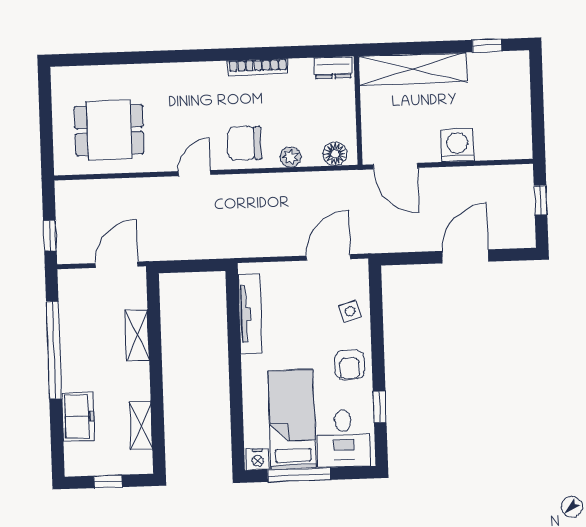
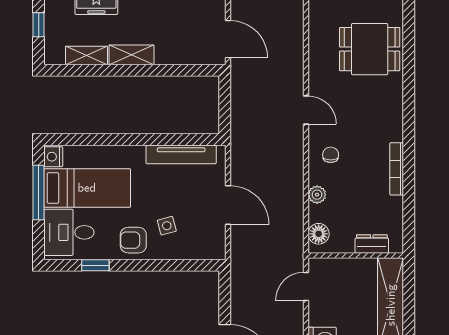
dresser: (333, 68) -> (372, 244), moved, turned 90
dining table: (109, 130) -> (370, 49), moved, turned 90
chair: (244, 143) -> (331, 155), width x0.54, depth x0.54
door: (396, 166) -> (306, 286), width x0.73
door: (328, 257) -> (228, 205), moved
side table: (350, 311) -> (167, 226), moved
shelving: (137, 335) -> (132, 55), moved

